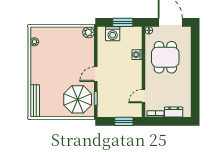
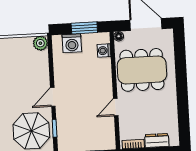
washing machine: (137, 55) -> (104, 51), moved
dining table: (165, 57) -> (142, 70), width x1.38
door: (144, 96) -> (116, 107), moved

